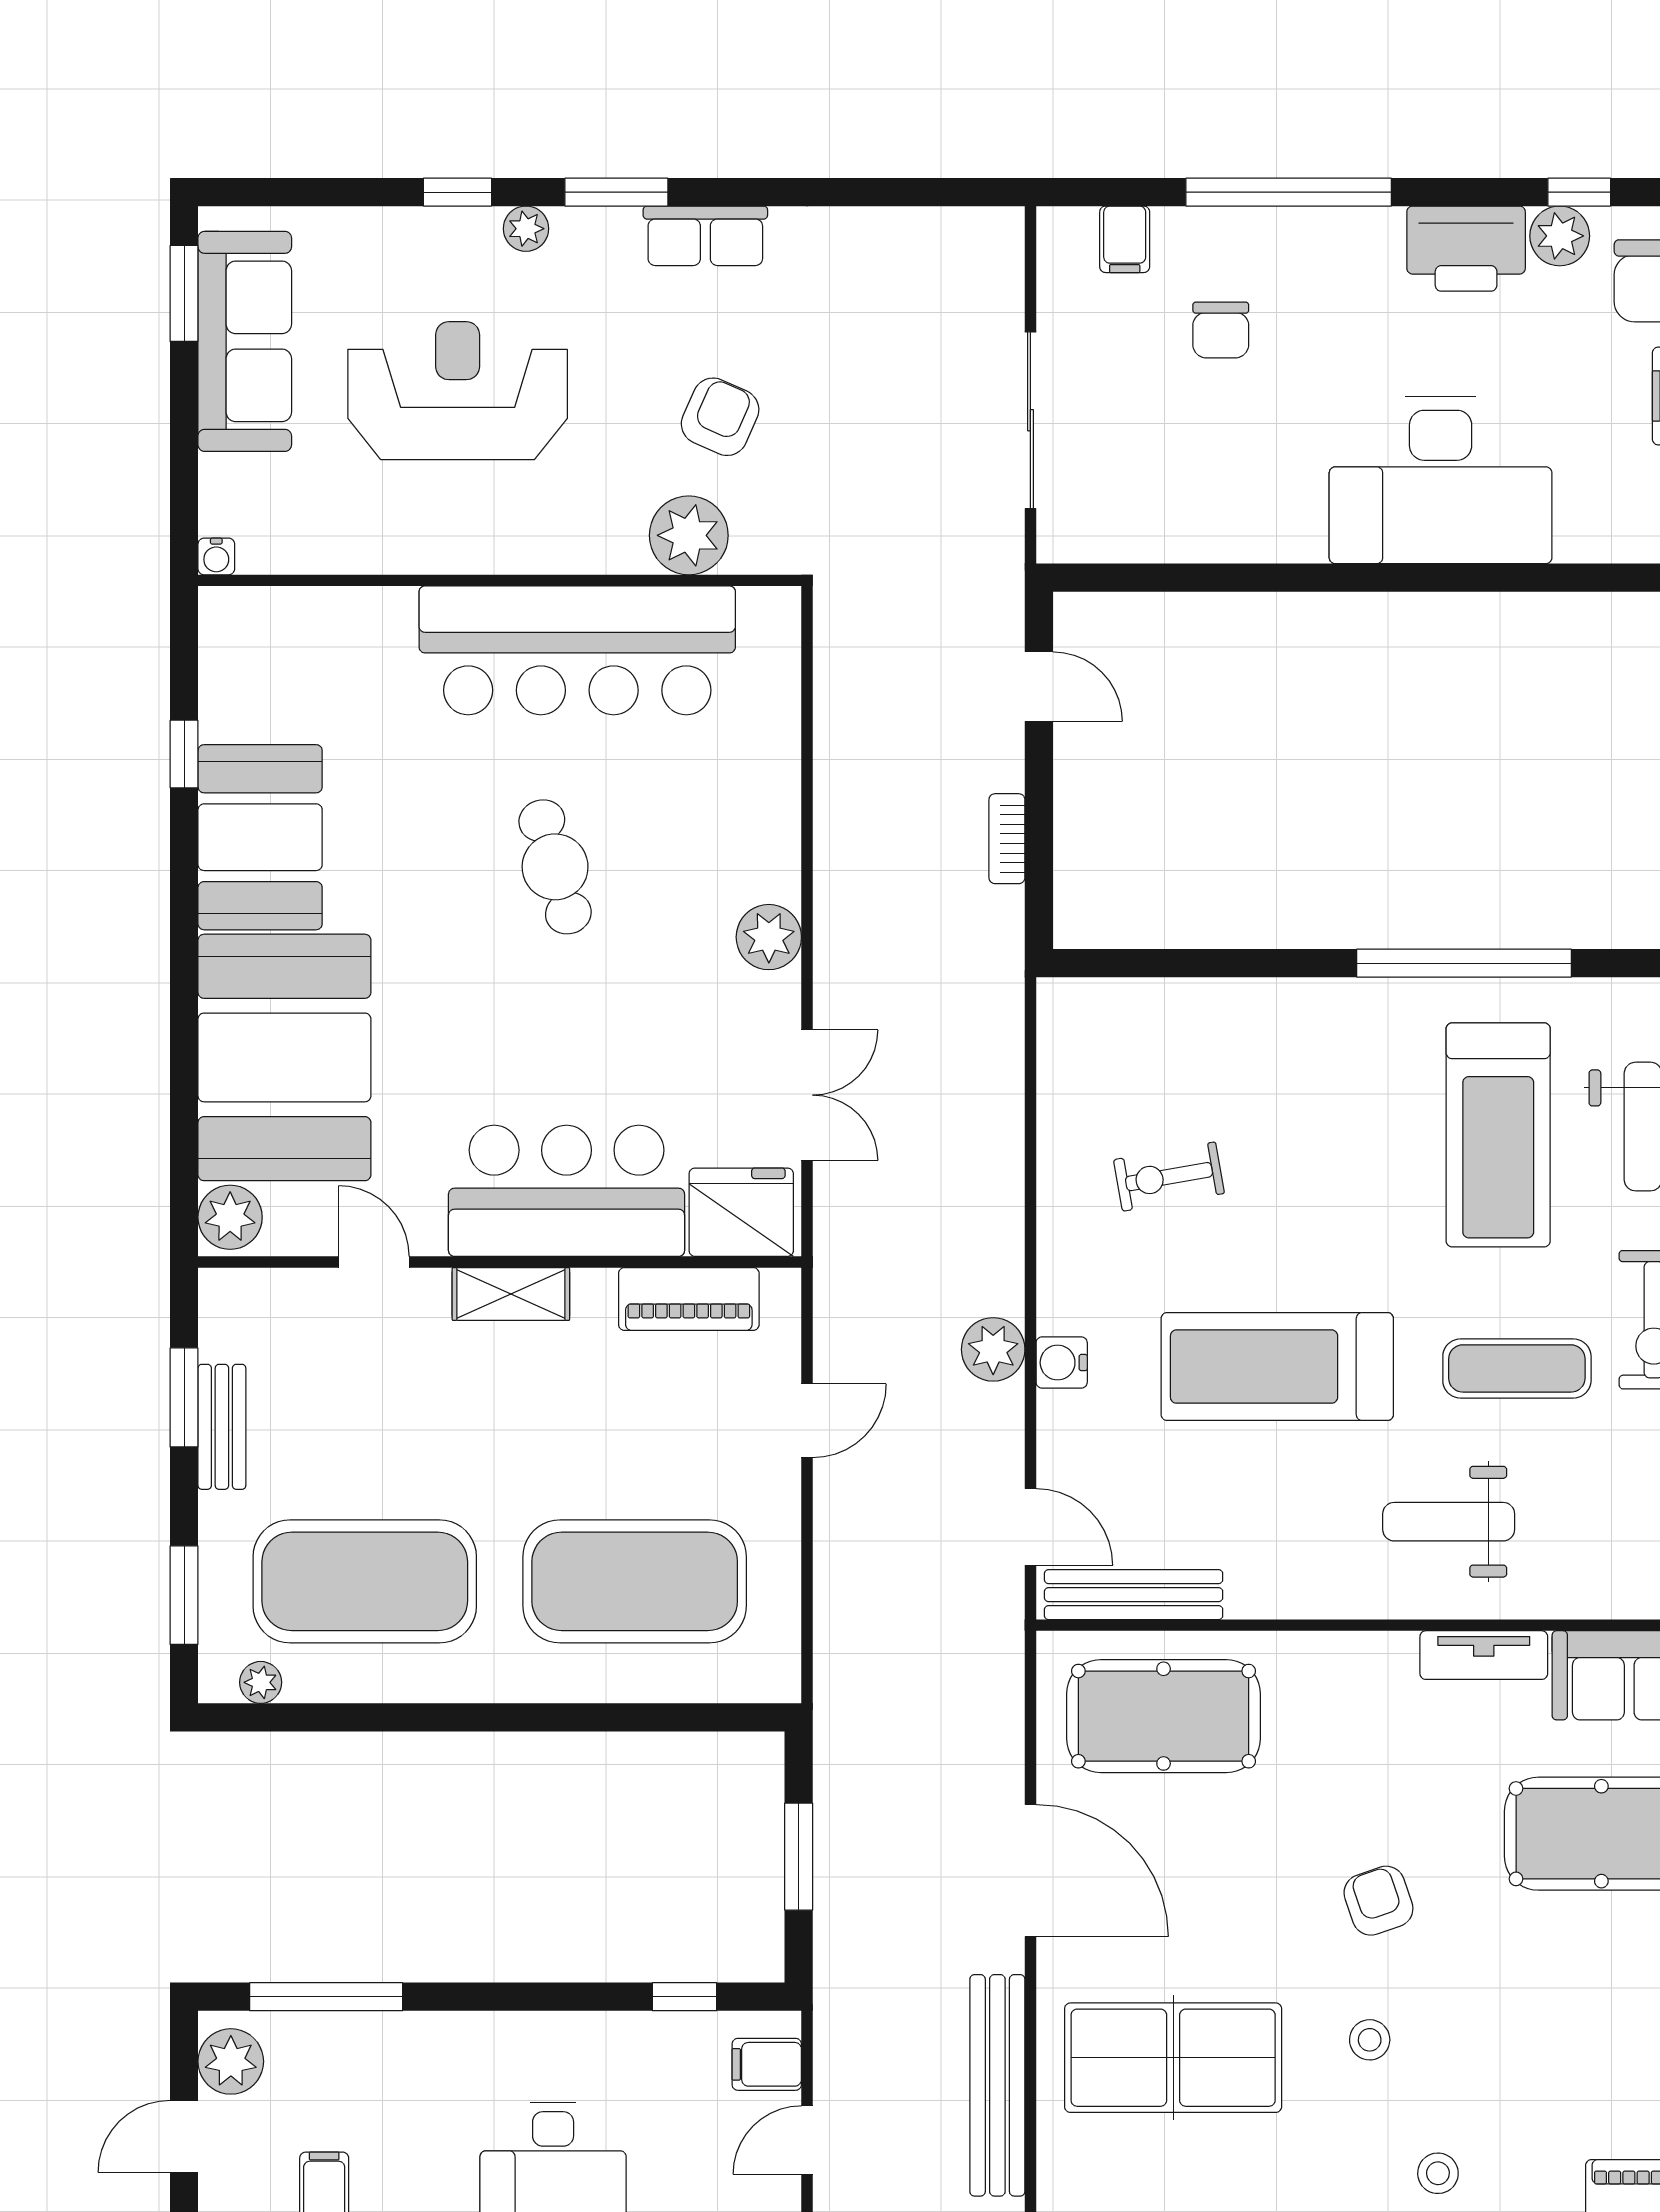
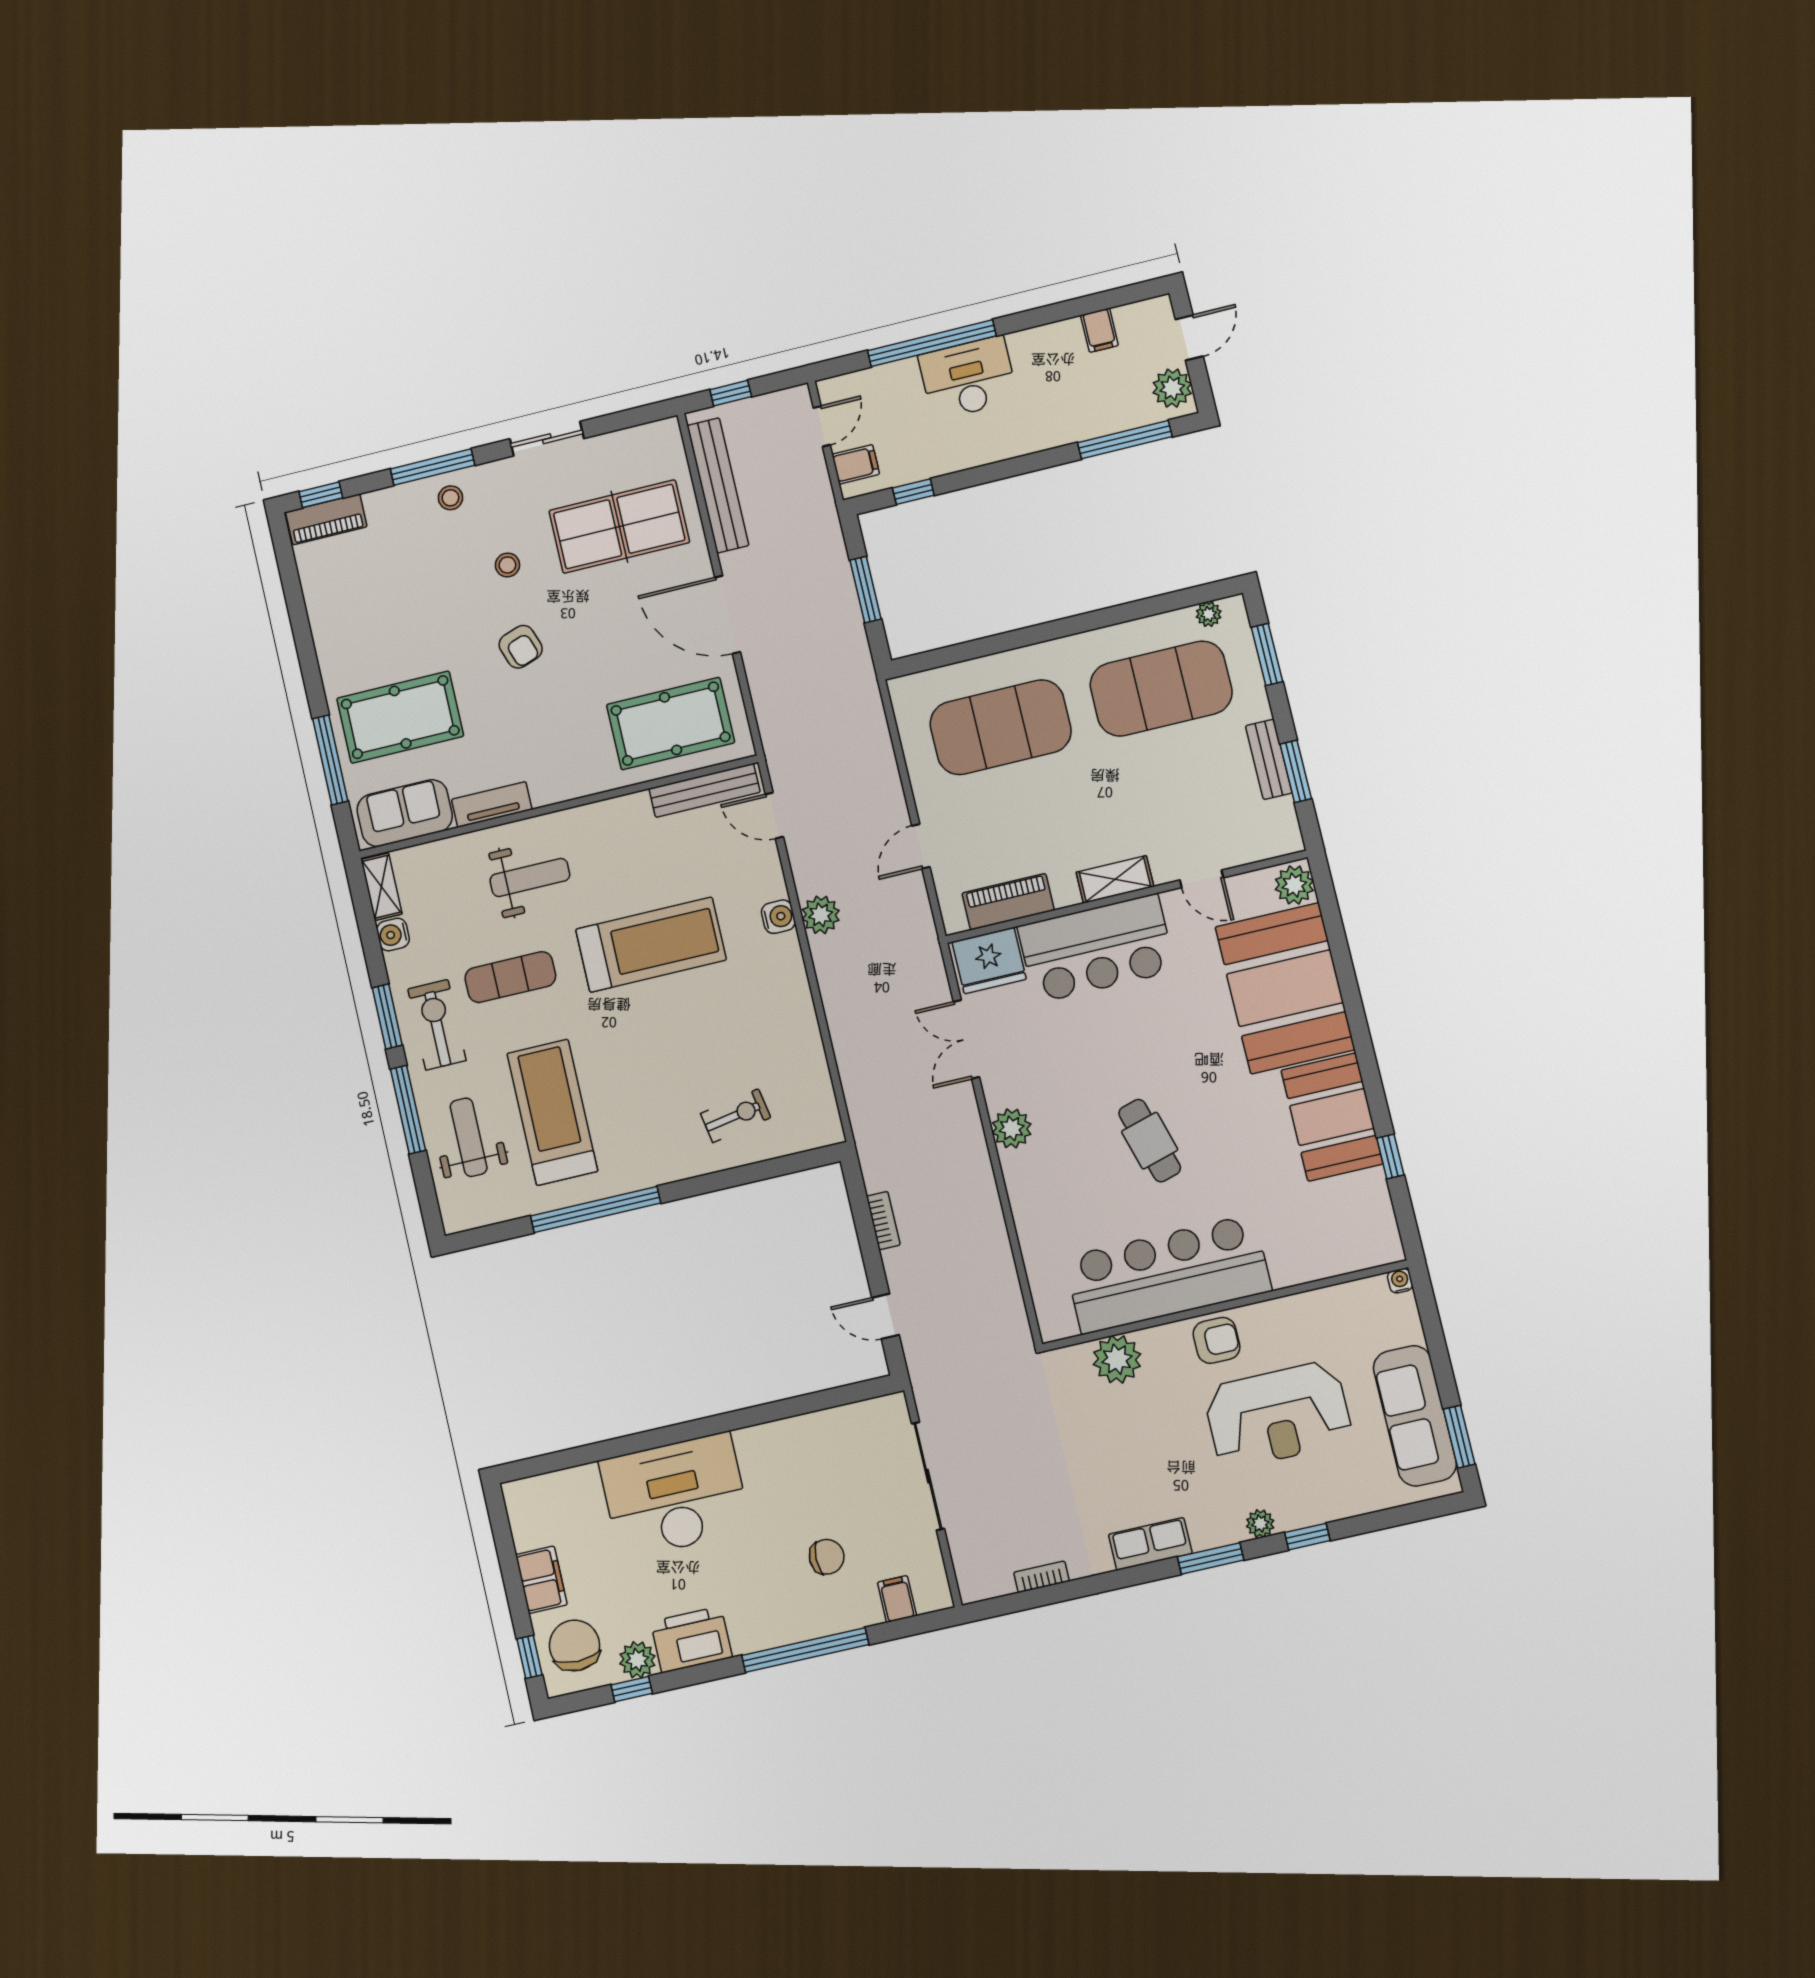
bookcase: (888, 223) -> (1041, 1577), added
chair: (1221, 330) -> (827, 1557), turned 90
armchair: (720, 417) -> (1216, 1340), moved, turned -114
exercise bike: (1169, 1177) -> (736, 1116), moved

